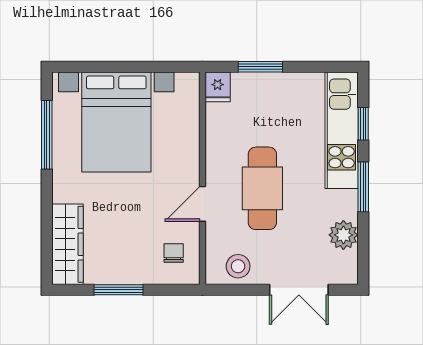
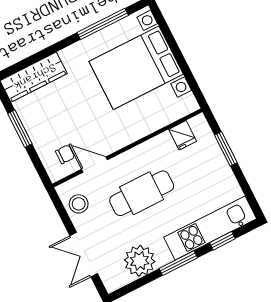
fridge: (218, 87) -> (183, 135), moved, turned -90
door: (202, 204) -> (94, 165), moved
plant: (343, 235) -> (140, 261), width x1.36, depth x1.36

